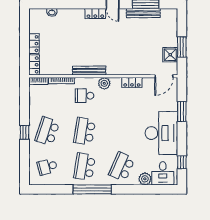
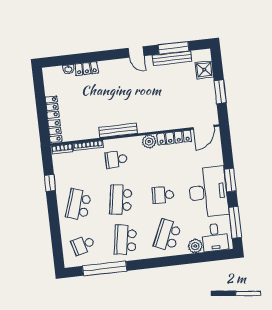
locker: (95, 14) -> (87, 69), moved
shower: (170, 55) -> (204, 70), moved
locker: (132, 82) -> (174, 138), width x1.53
plant: (104, 83) -> (149, 142), moved
window: (182, 111) -> (230, 180), moved
school desk: (122, 131) -> (163, 195), added
window: (25, 132) -> (50, 183), moved
window: (182, 162) -> (235, 222), width x2.17
window: (92, 189) -> (105, 268), moved

